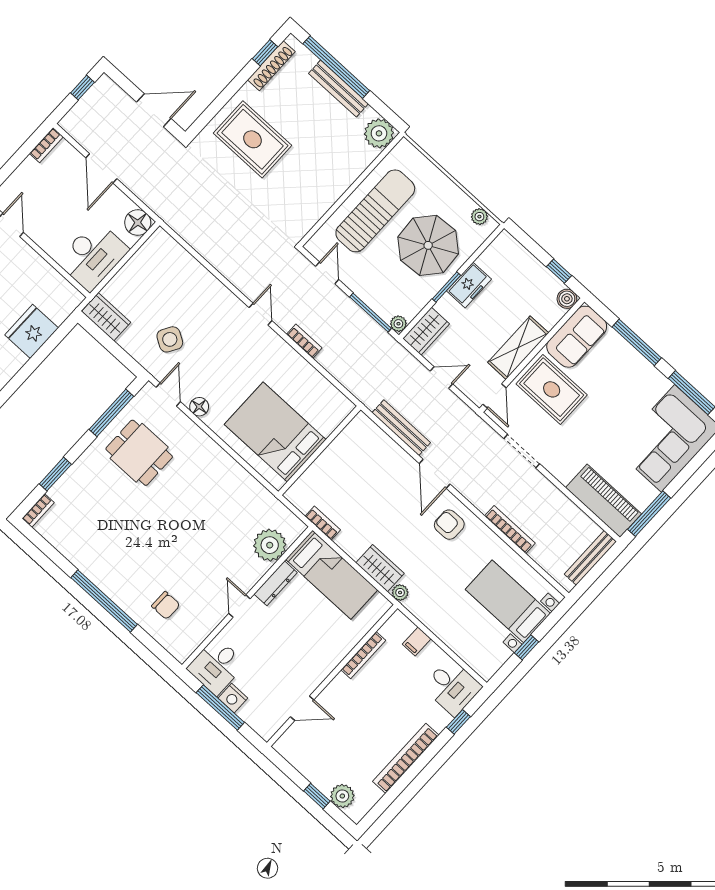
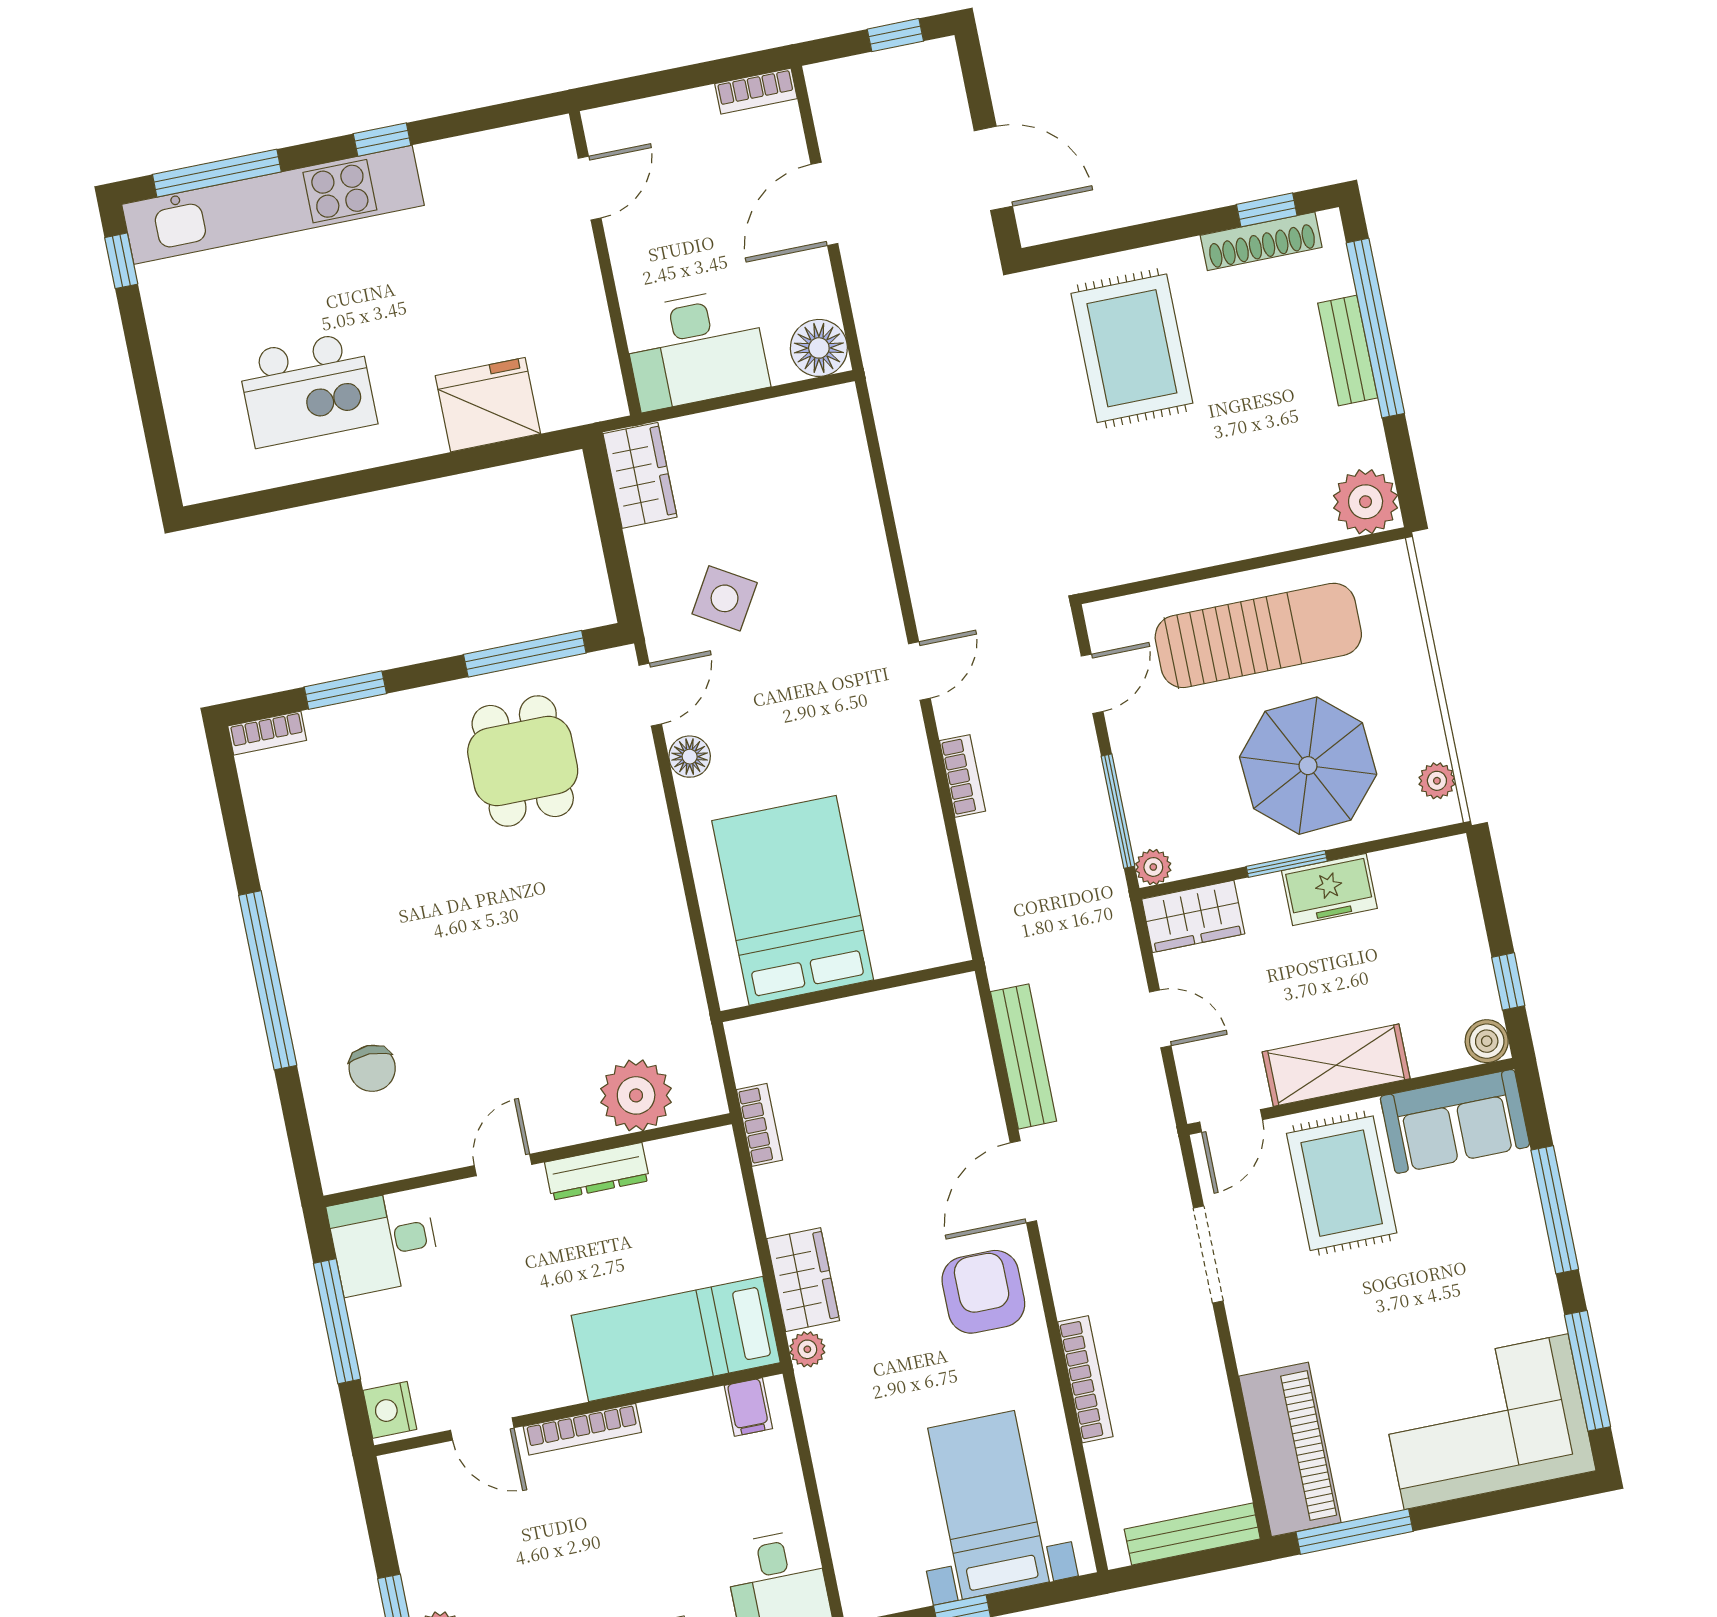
bench: (339, 89) -> (1348, 350), width x0.73
armchair: (449, 525) -> (983, 1292), width x1.38, depth x1.38
bed: (332, 575) -> (676, 1339), moved, turned 90
filing cabinet: (417, 641) -> (748, 1407), moved, turned -90
bookcase: (363, 655) -> (582, 1429), moved
nightstand: (233, 698) -> (390, 1410), moved

